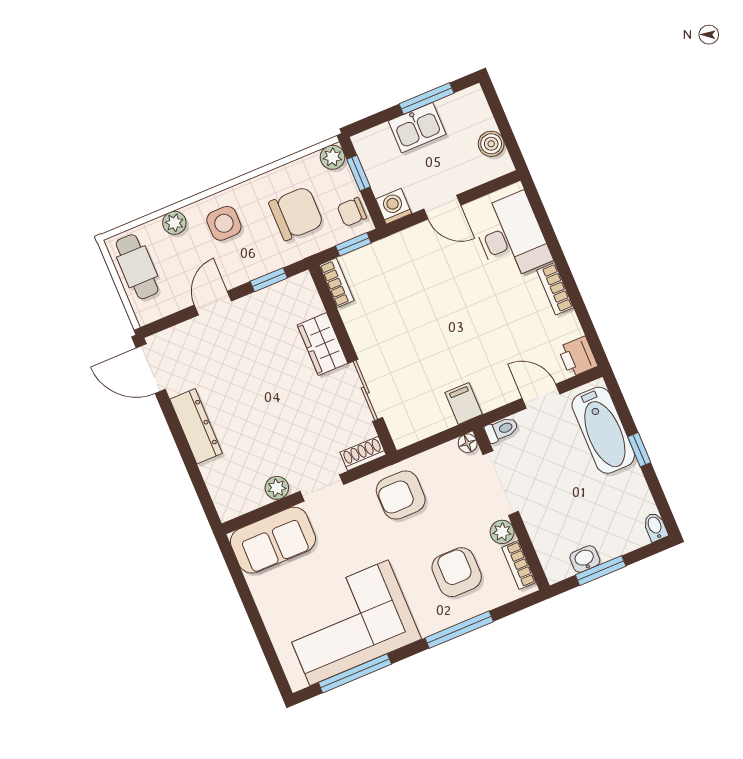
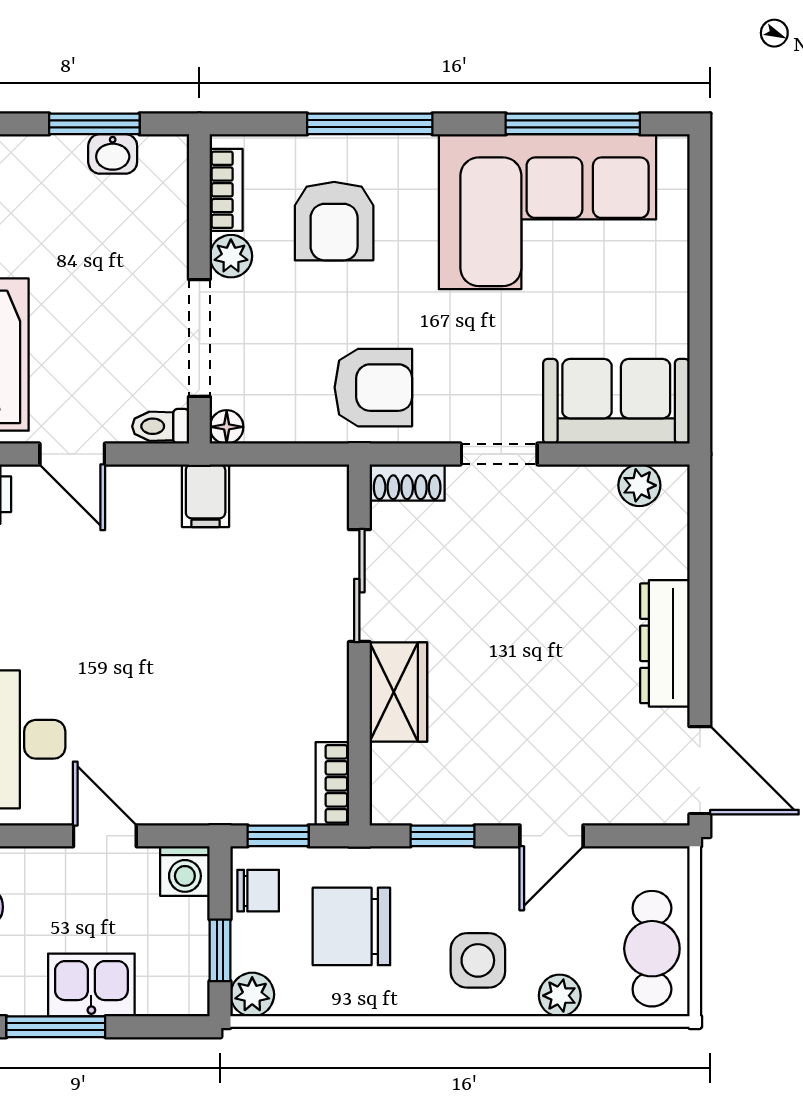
plant: (277, 488) -> (639, 485), moved

